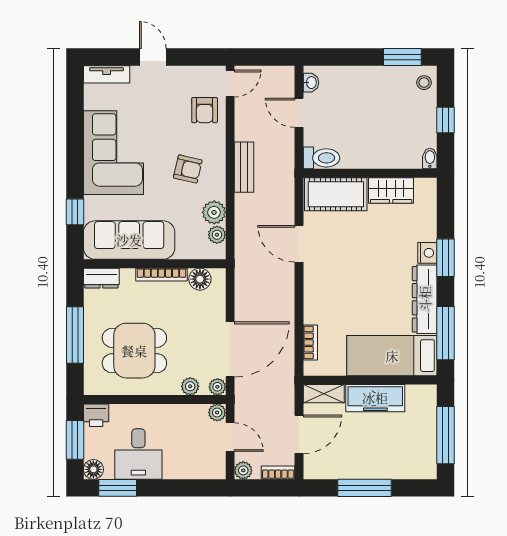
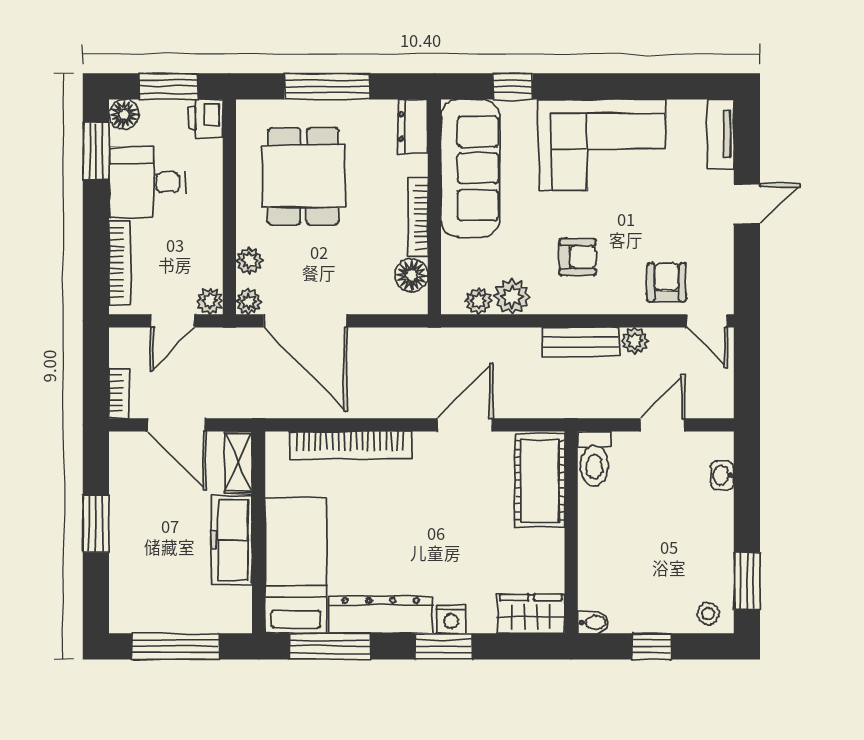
washbasin: (311, 83) -> (722, 475), moved, turned 90
armchair: (205, 110) -> (667, 282), turned 90
armchair: (188, 169) -> (578, 257), turned -103
wardrobe: (391, 191) -> (531, 614), moved, turned 90
bookcase: (310, 343) -> (350, 445), width x2.31, depth x1.31
plant: (243, 470) -> (635, 341), moved
bookcase: (192, 472) -> (120, 263), added
window: (365, 488) -> (96, 524), width x0.69

